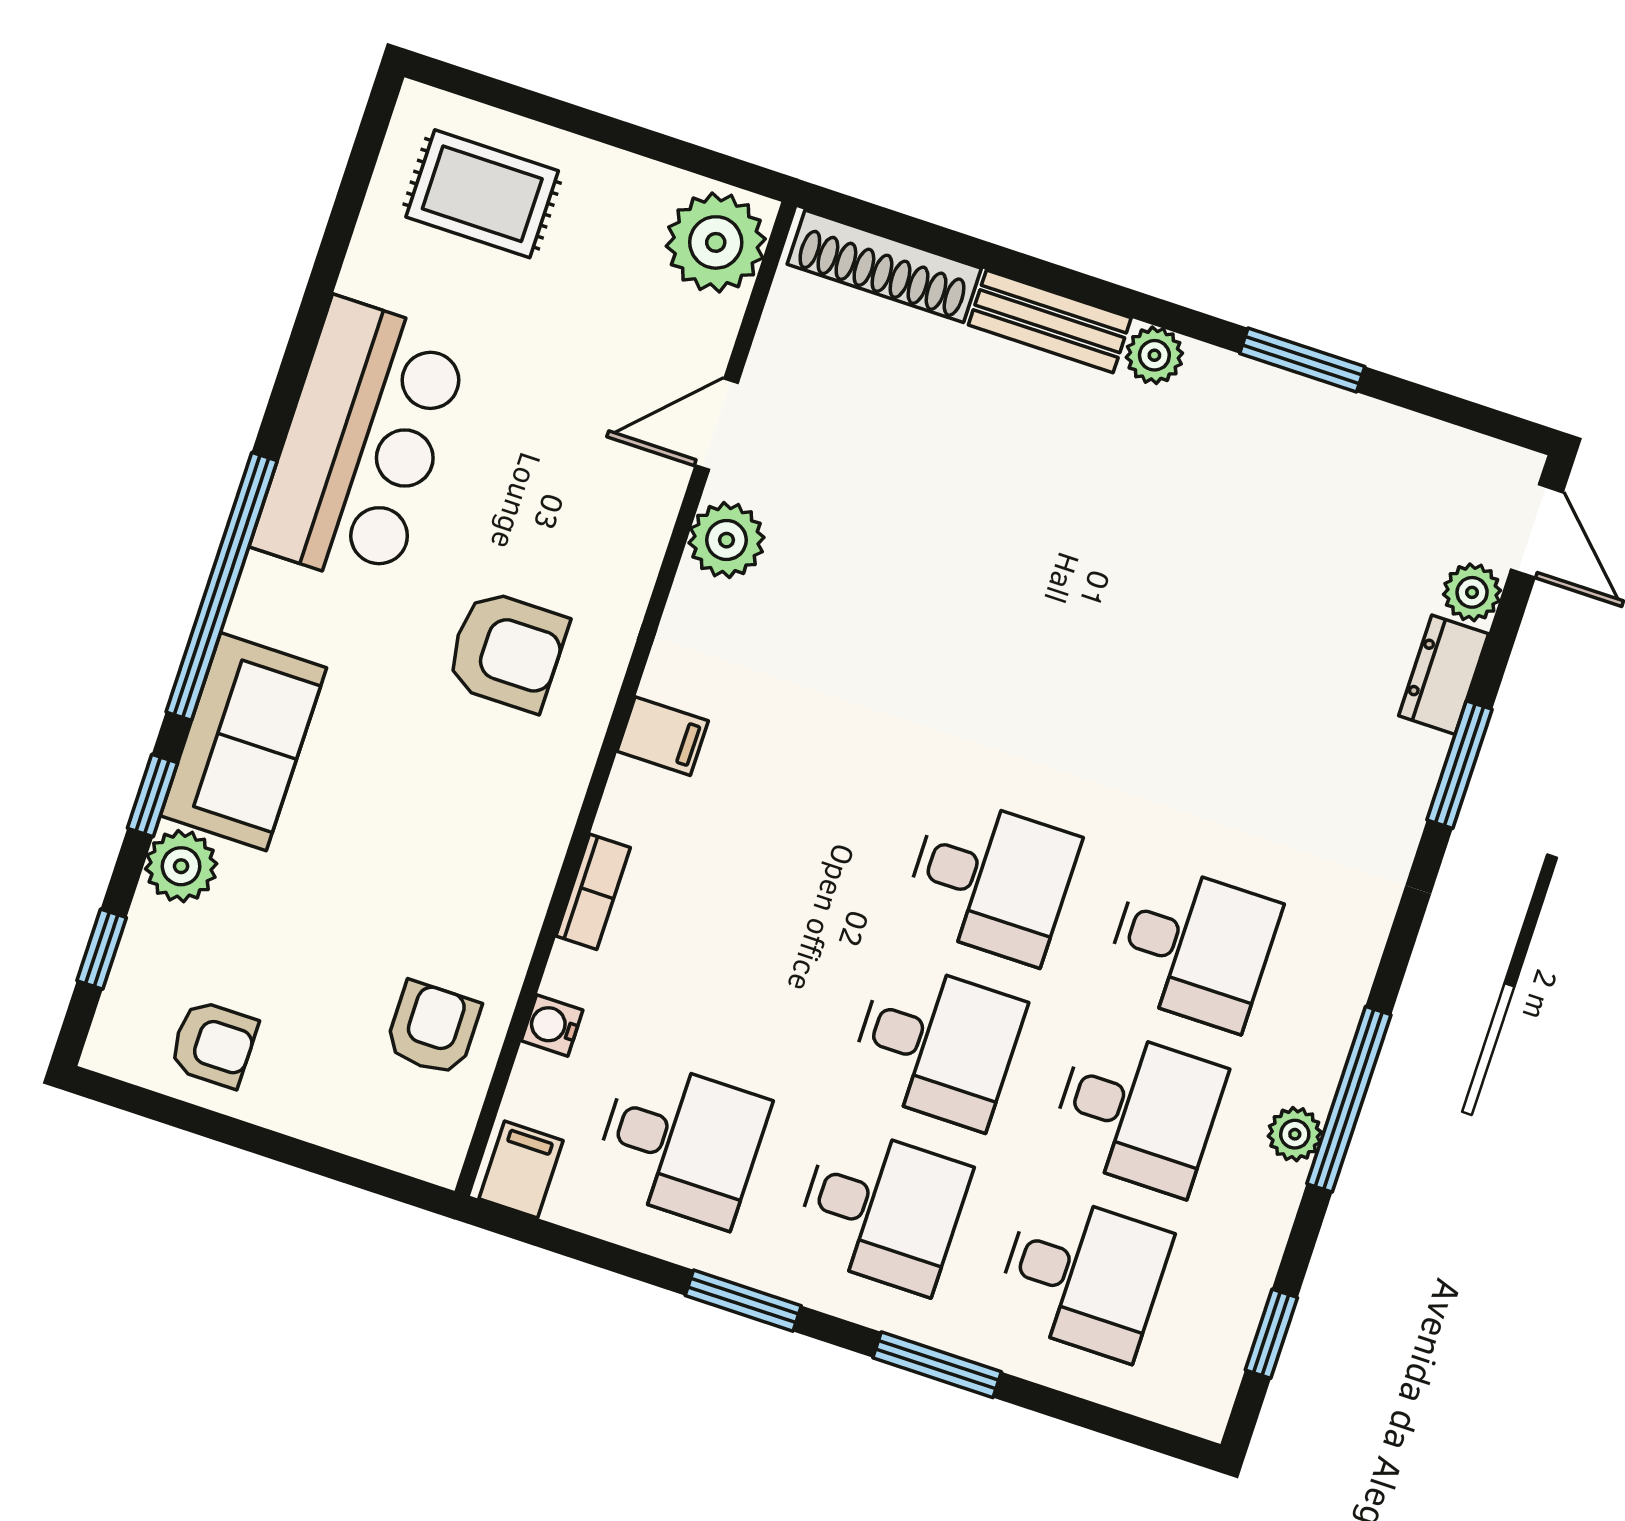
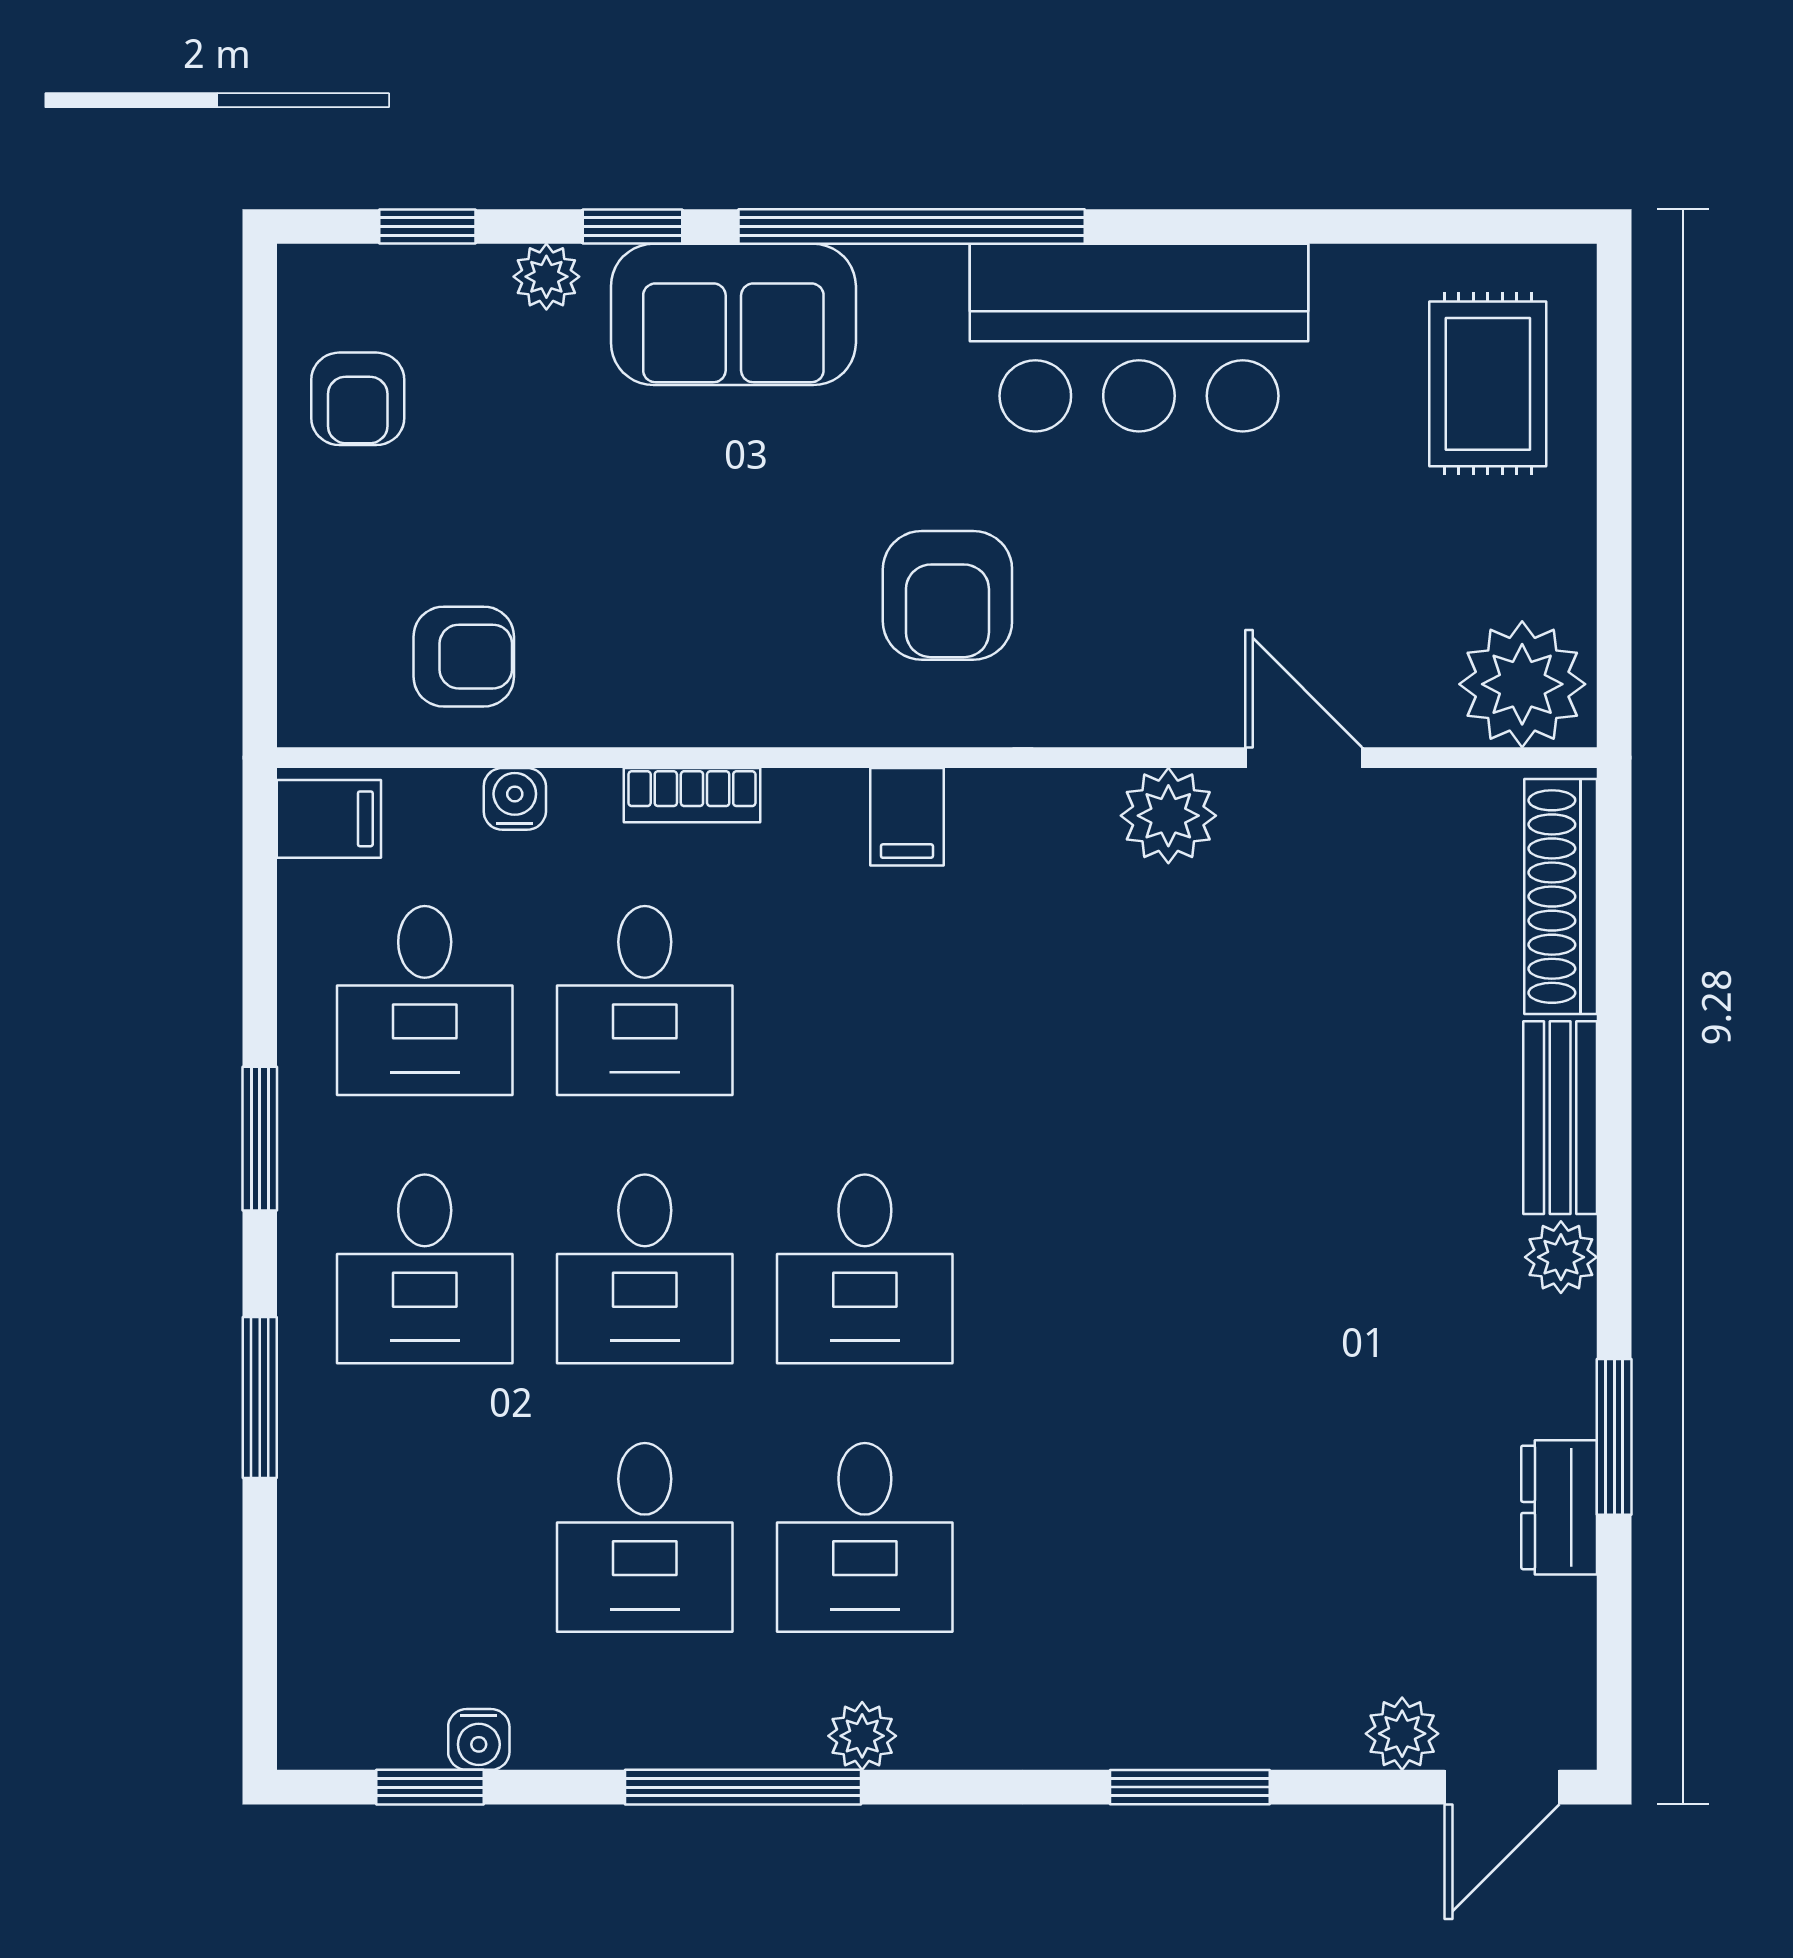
dresser: (1444, 675) -> (1559, 1507), moved, turned -90
plant: (181, 866) -> (546, 277), width x0.73, depth x0.73
plant: (1295, 1134) -> (862, 1736), moved
desk: (1083, 1276) -> (645, 1001), moved
water cooler: (1248, 1285) -> (479, 1739), added

